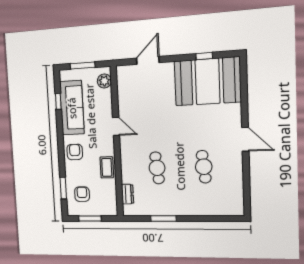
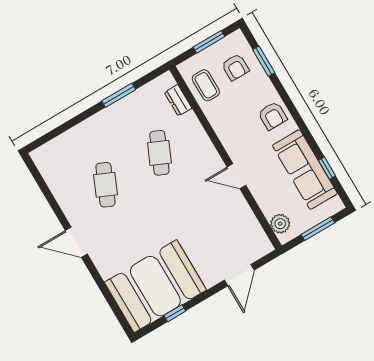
coffee table: (107, 167) -> (206, 85), moved
cafe table: (204, 167) -> (105, 185), turned 30
cafe table: (157, 168) -> (159, 153), turned 30

